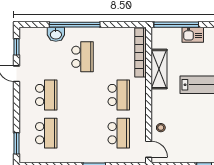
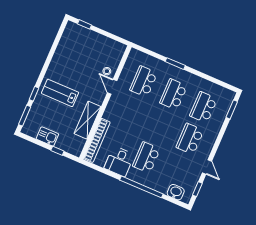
window: (176, 25) -> (57, 151), width x0.32
washbasin: (56, 34) -> (176, 192), moved
desk: (109, 41) -> (119, 161), added
school desk: (119, 95) -> (174, 94), moved
door: (149, 149) -> (112, 87), moved

